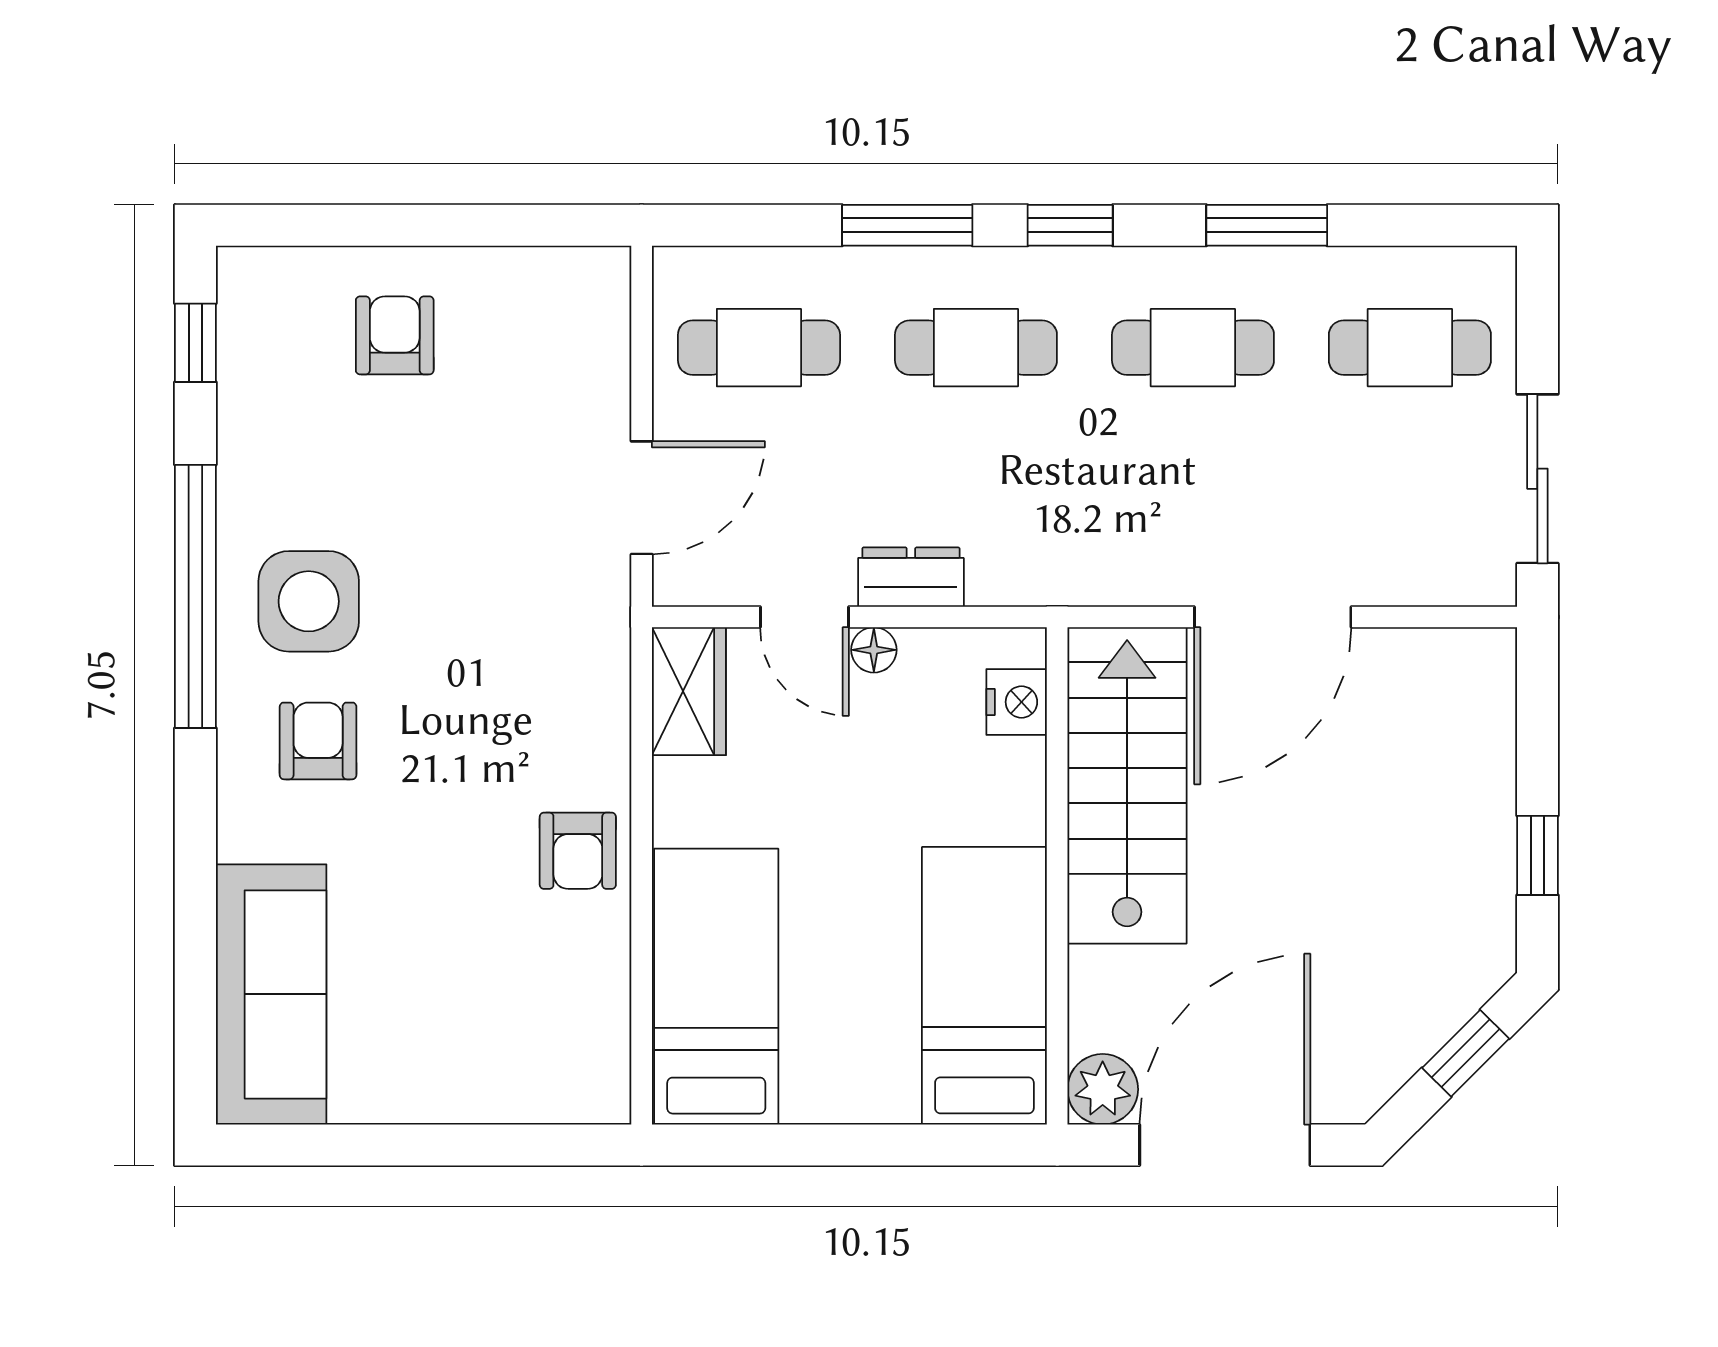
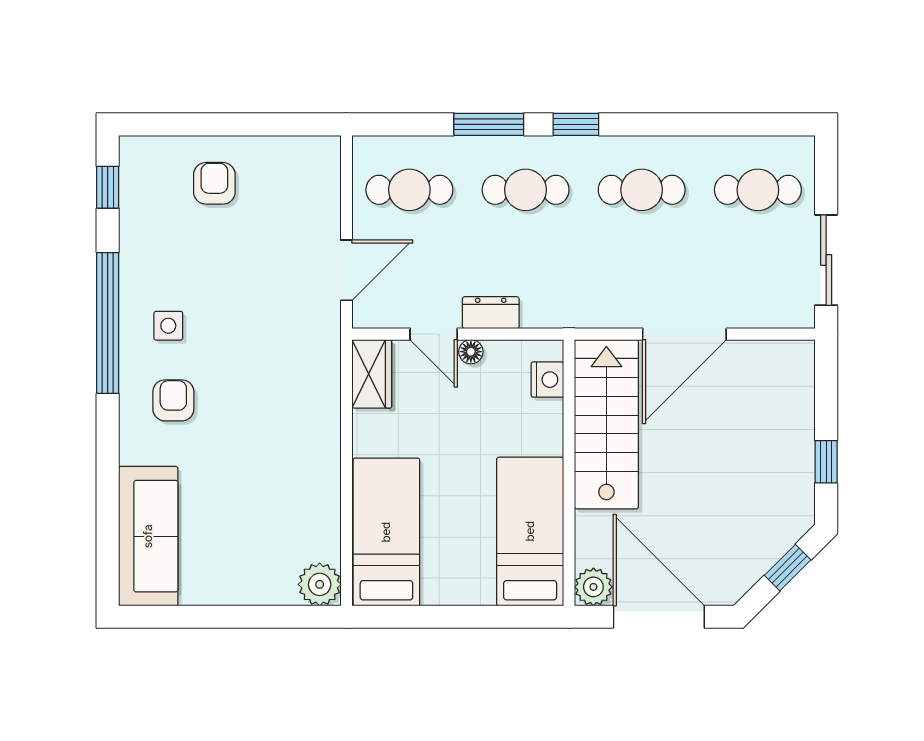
window: (1267, 225) -> (681, 124), removed
side table: (309, 601) -> (168, 326), width x0.54, depth x0.54
armchair: (578, 851) -> (312, 459), removed
plant: (591, 1085) -> (320, 584), added
door: (1225, 1145) -> (659, 617), hinge flipped

